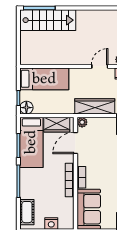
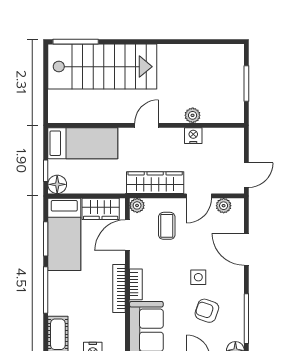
stairs: (48, 20) -> (102, 67), width x1.36, depth x1.51
door: (100, 66) -> (147, 125), moved
coffee table: (103, 136) -> (167, 226), added

